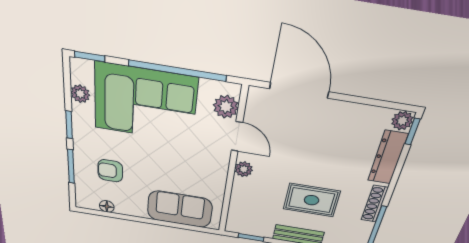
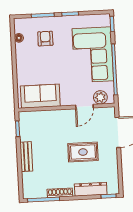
plant: (80, 94) -> (90, 20), removed
plant: (402, 121) -> (113, 189), removed
plant: (244, 169) -> (65, 114), removed
rug: (312, 200) -> (83, 152), moved, turned 90
sofa: (180, 209) -> (40, 96), moved, turned -90

